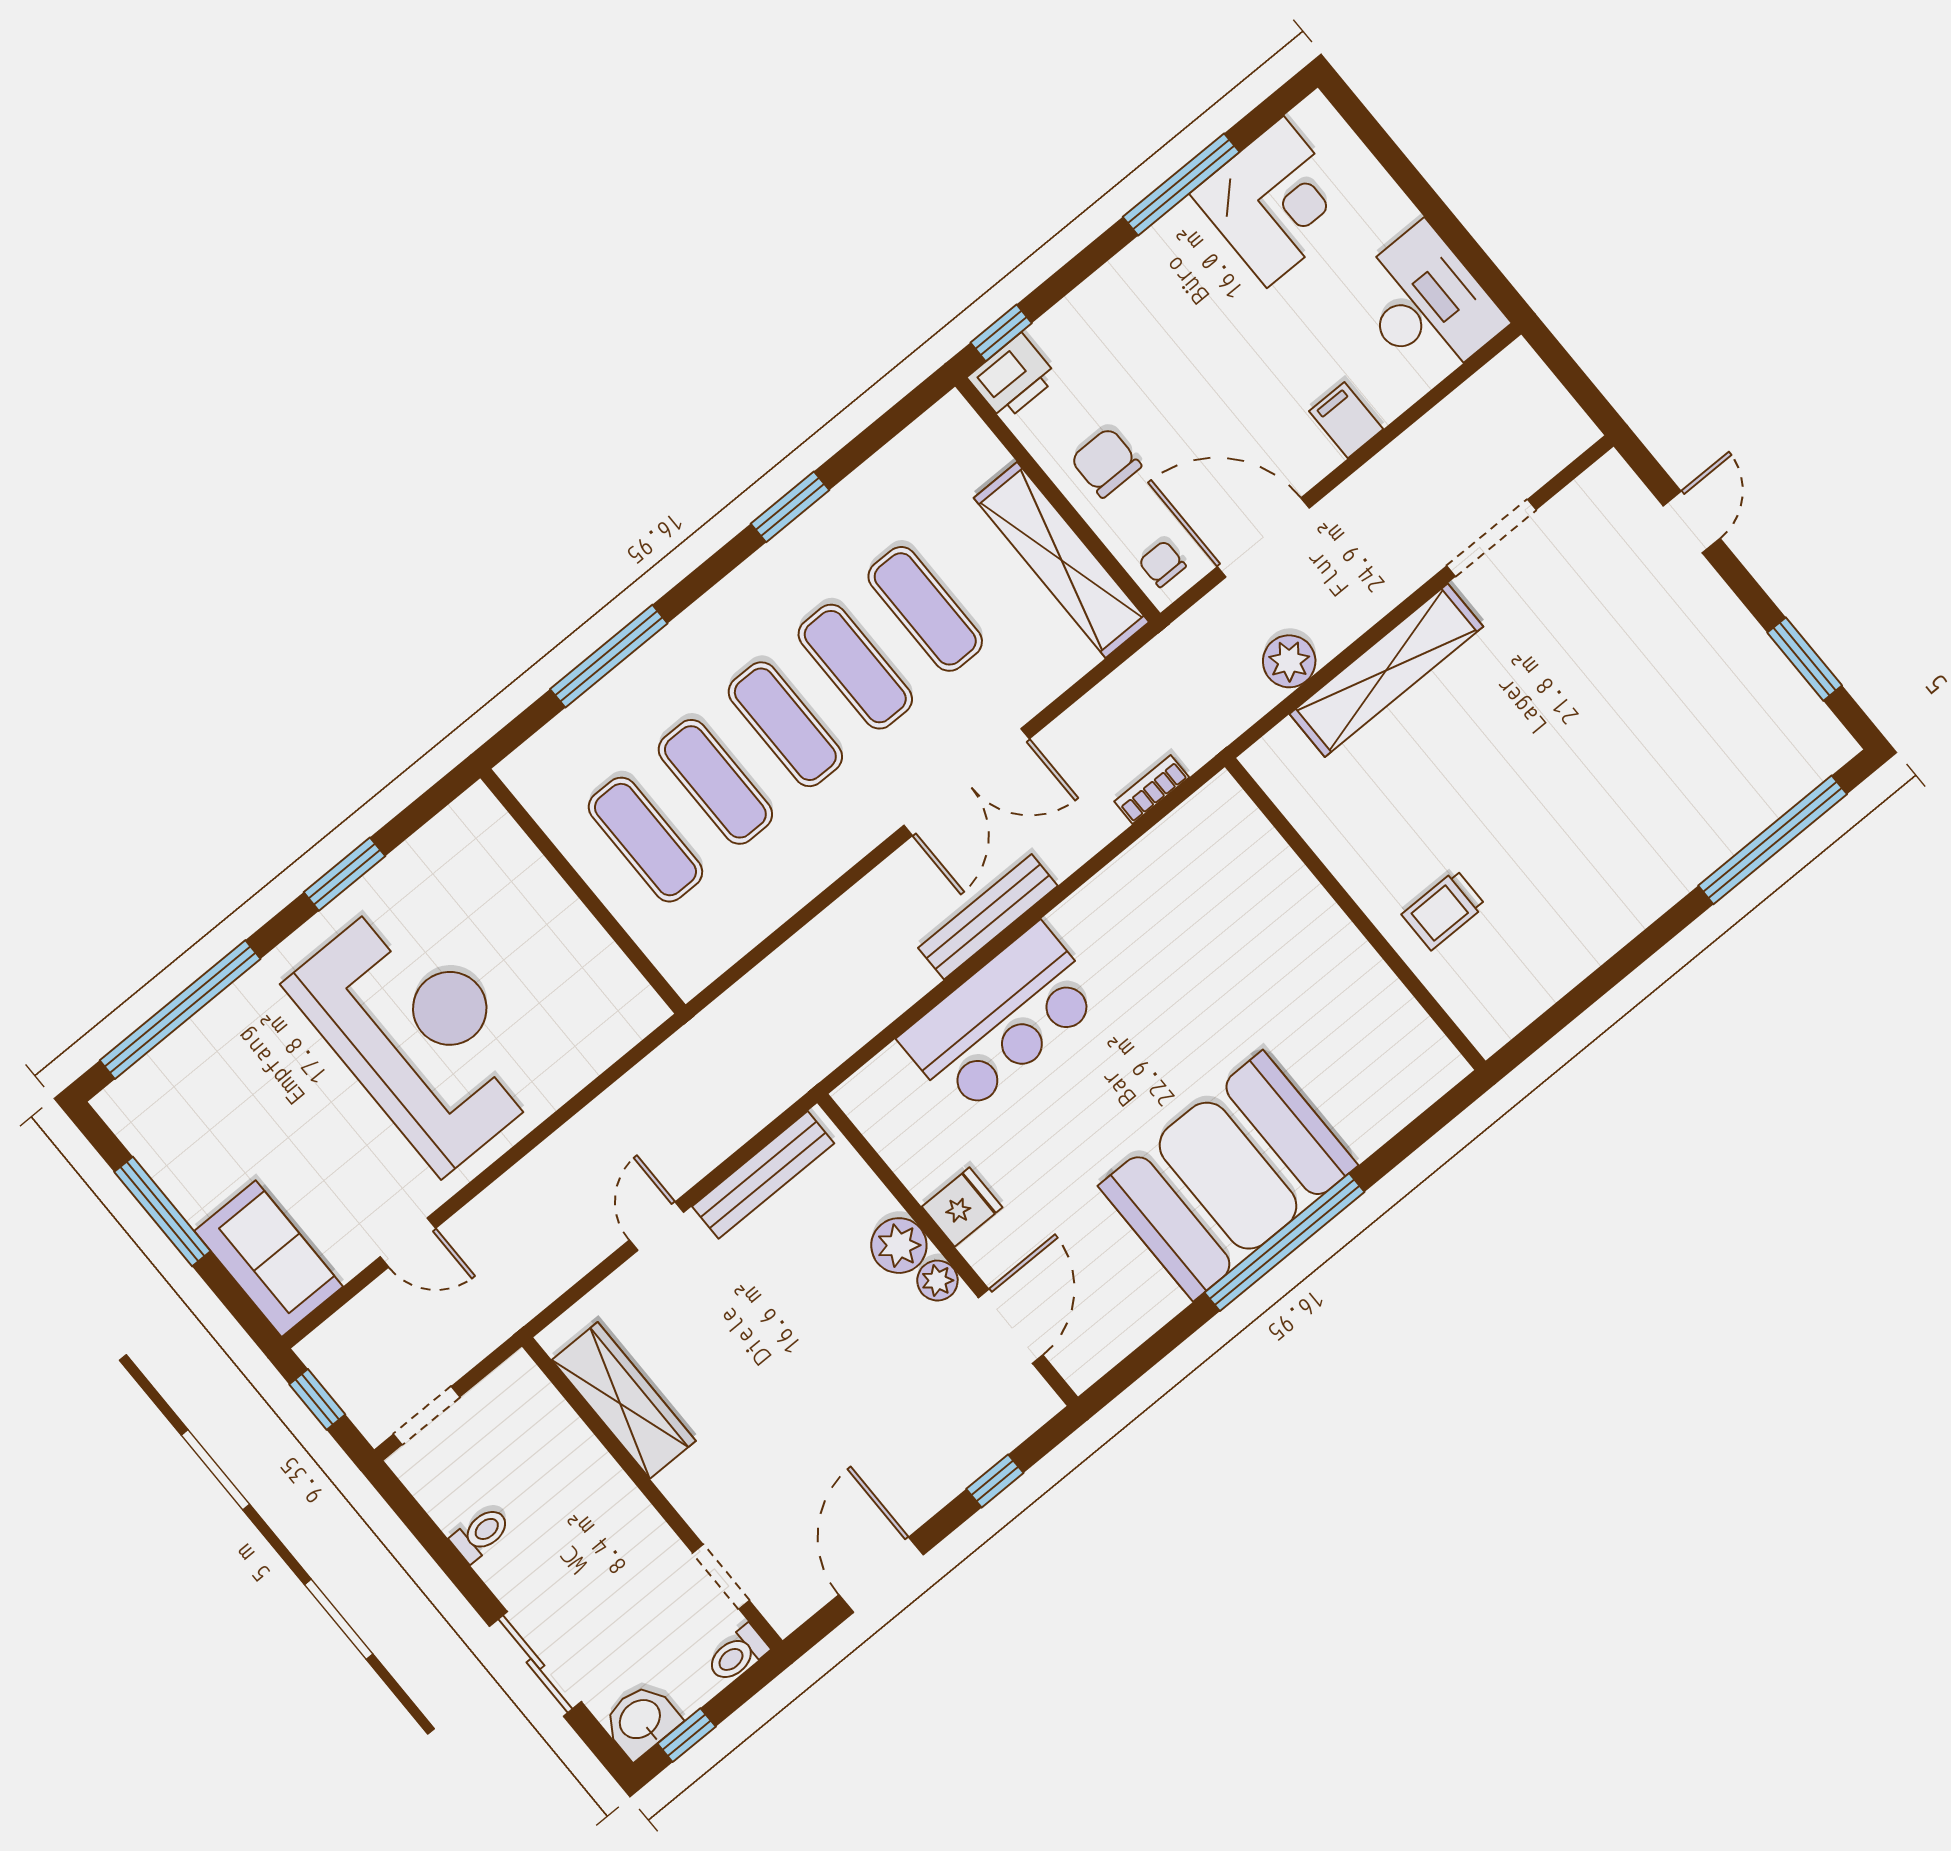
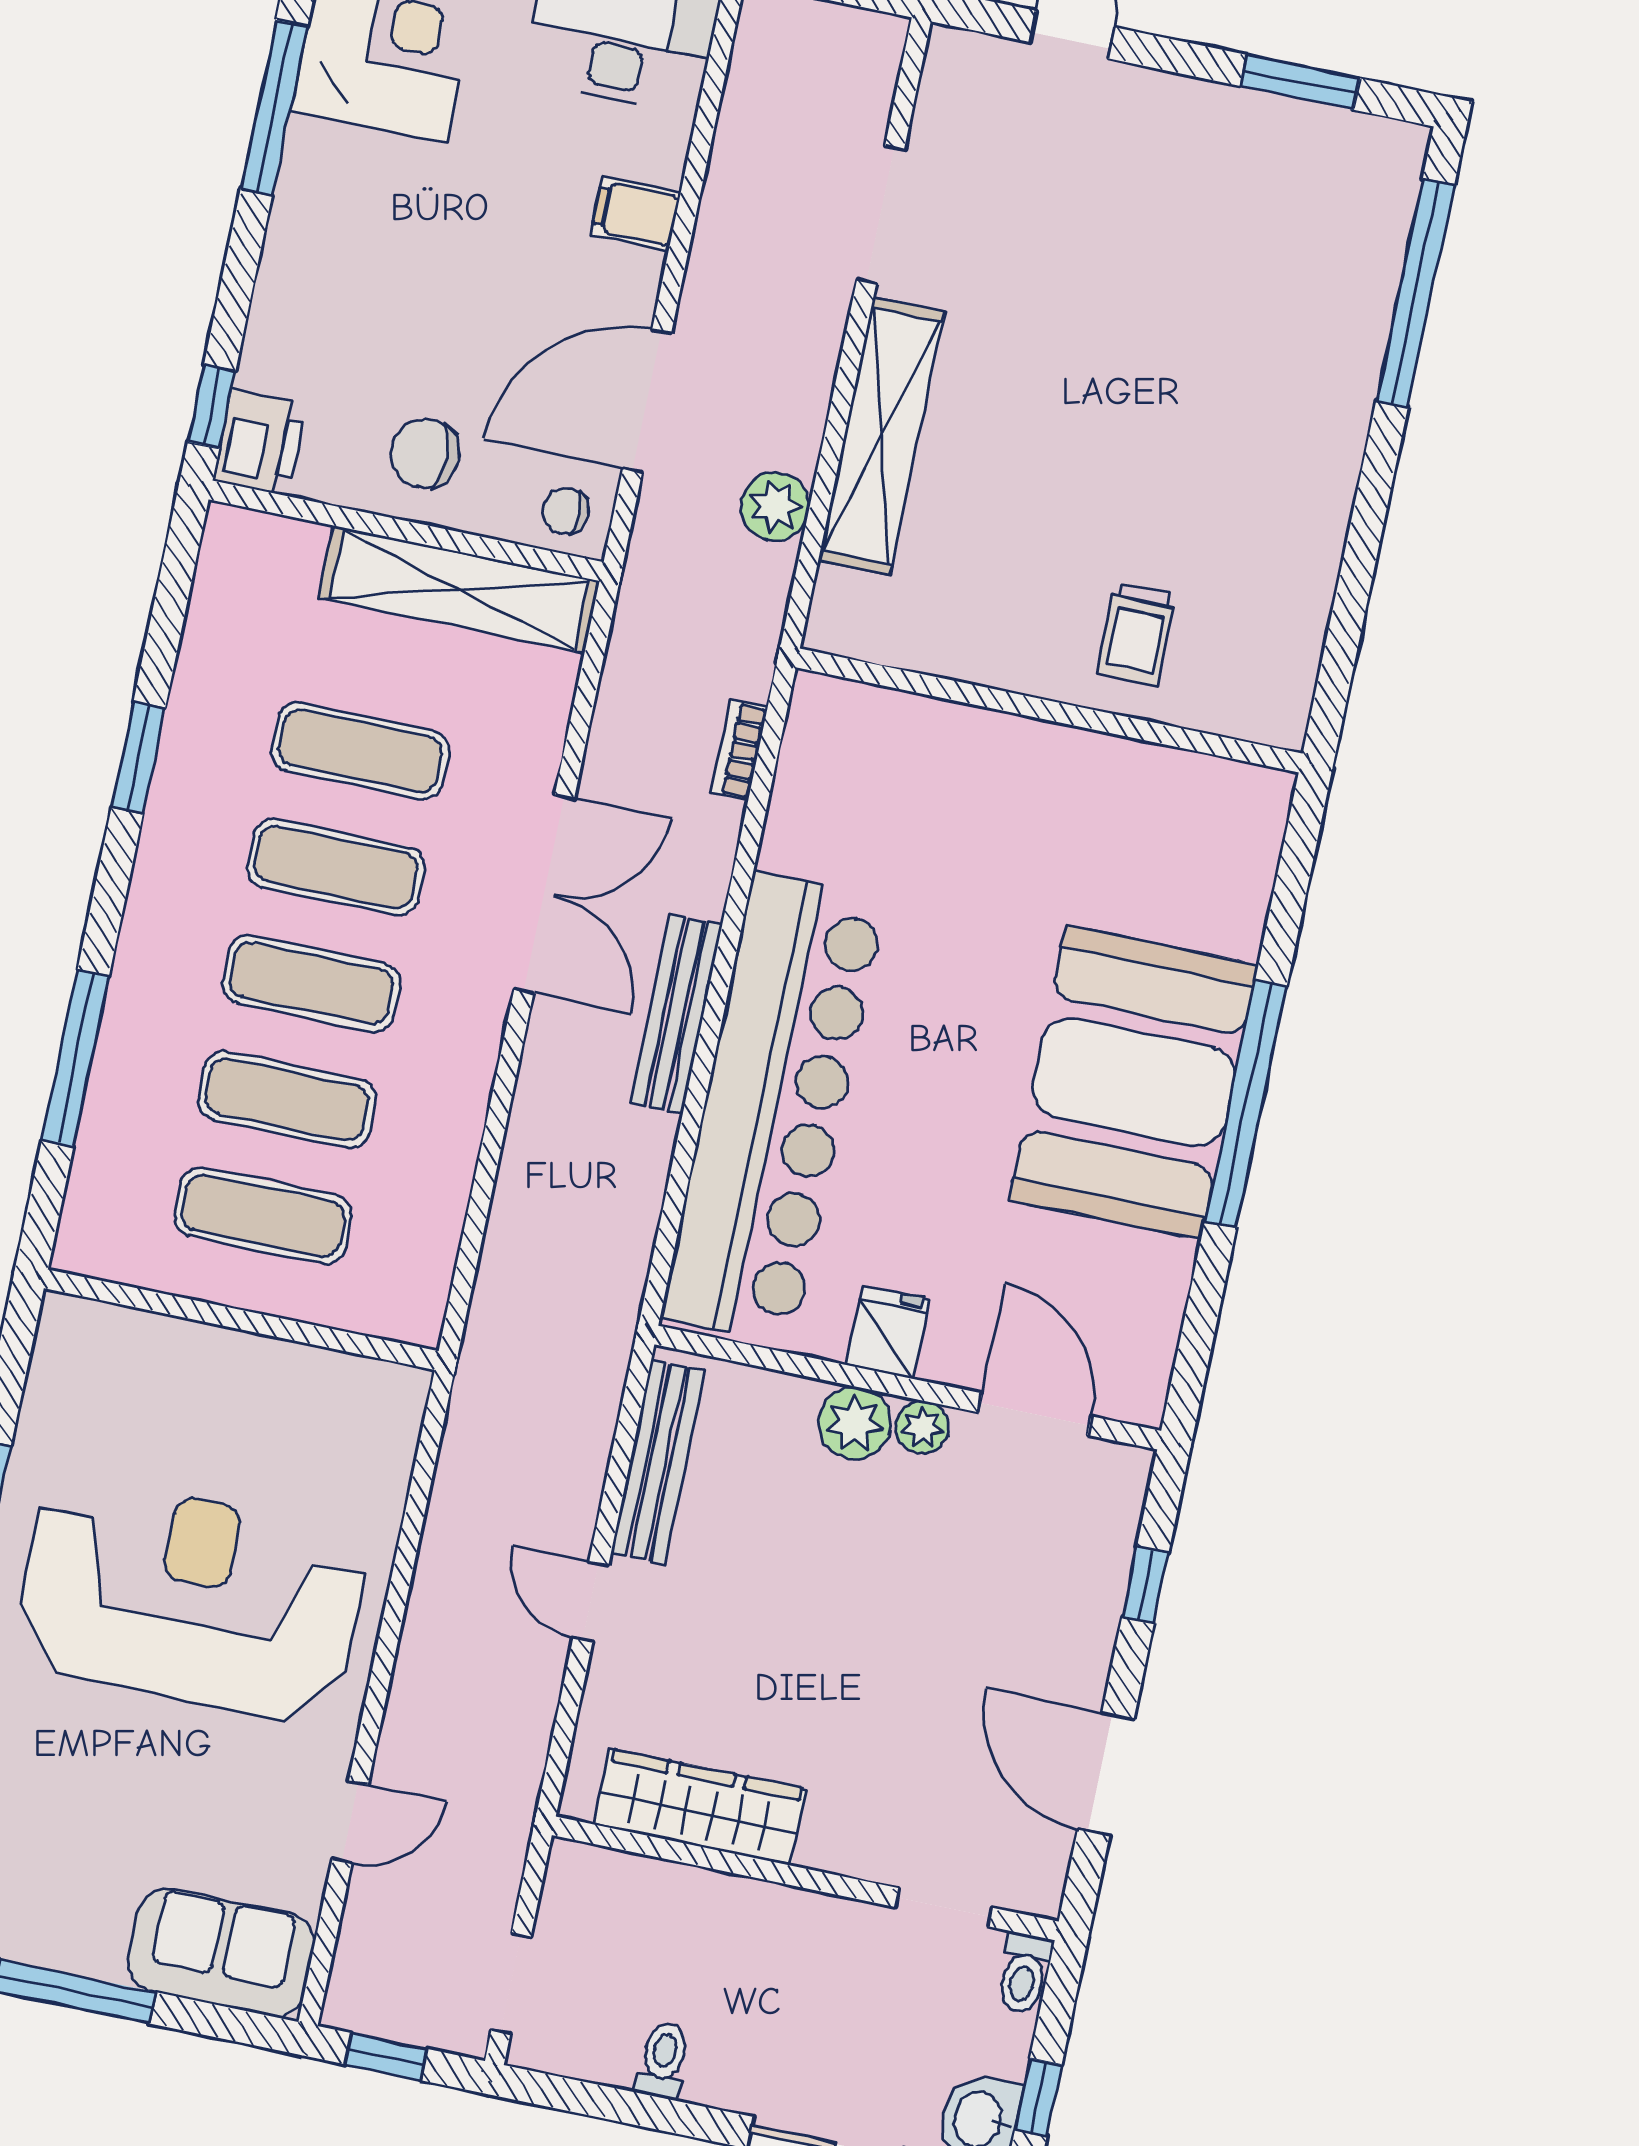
bar counter: (1001, 1019) -> (774, 1108), width x1.86

